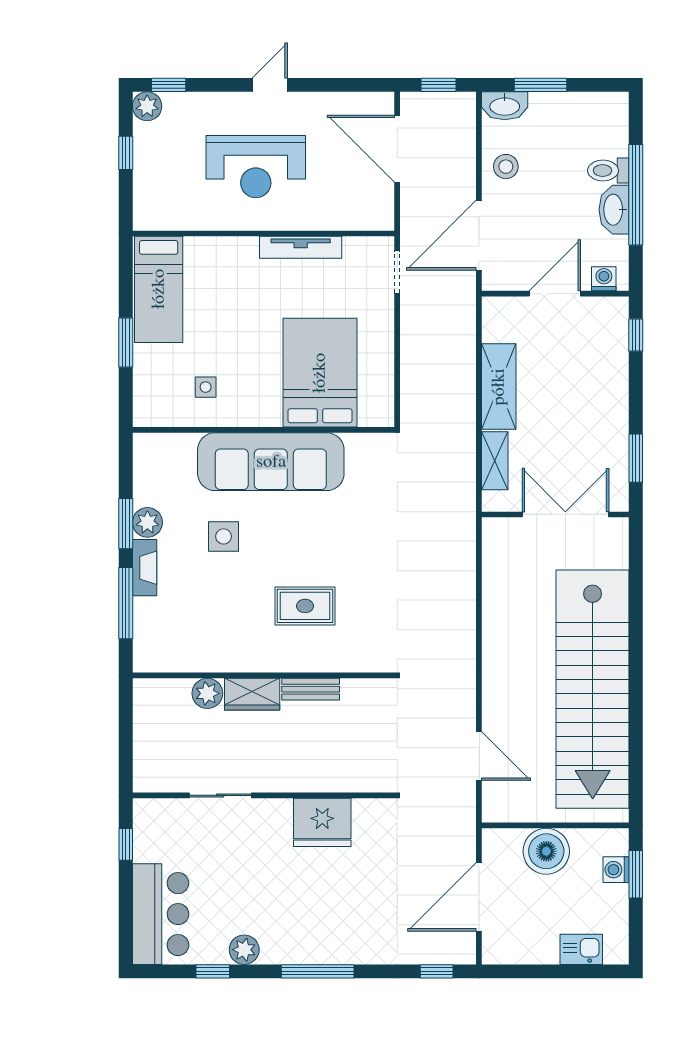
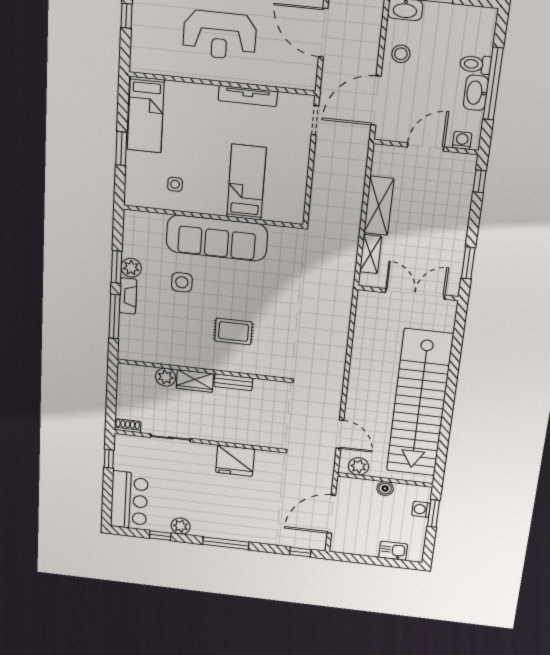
bed: (320, 373) -> (246, 182), width x0.67
shoe rack: (153, 783) -> (128, 426), added
plant: (512, 807) -> (358, 466), added
boiler: (546, 851) -> (385, 489), width x0.54, depth x0.54

